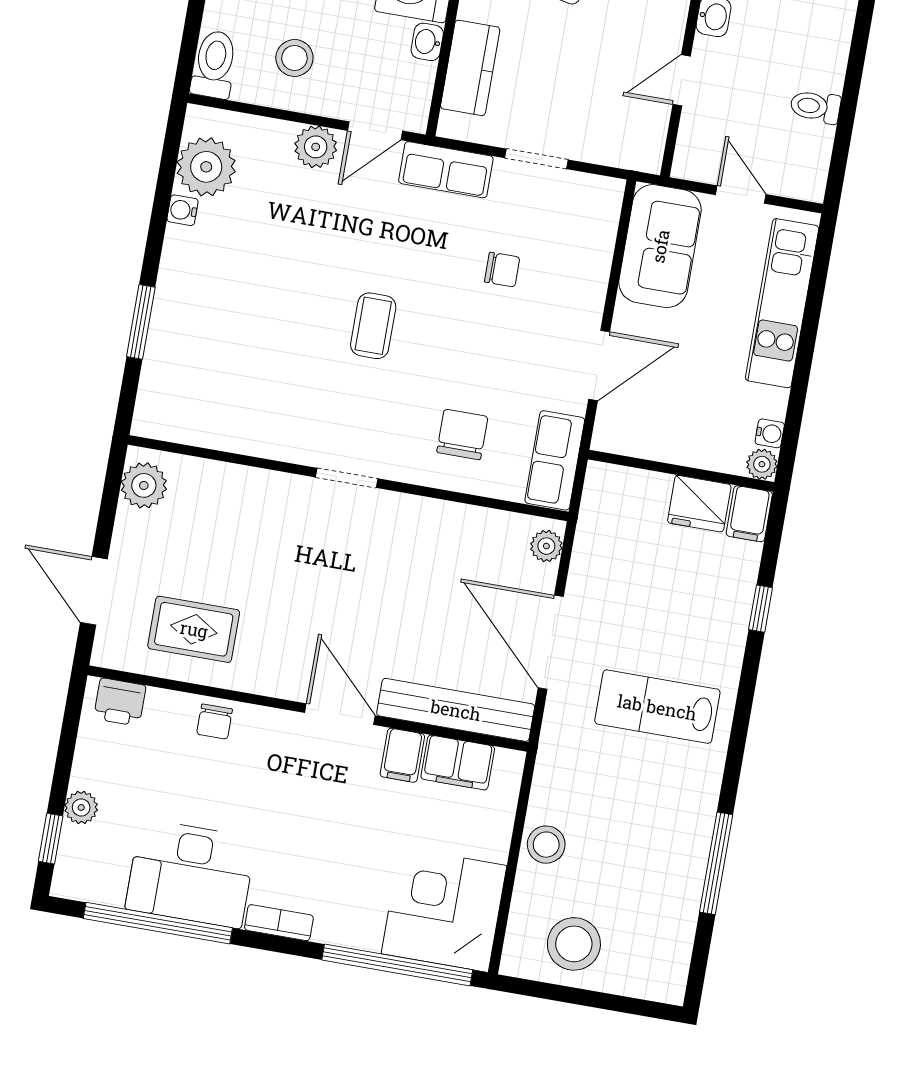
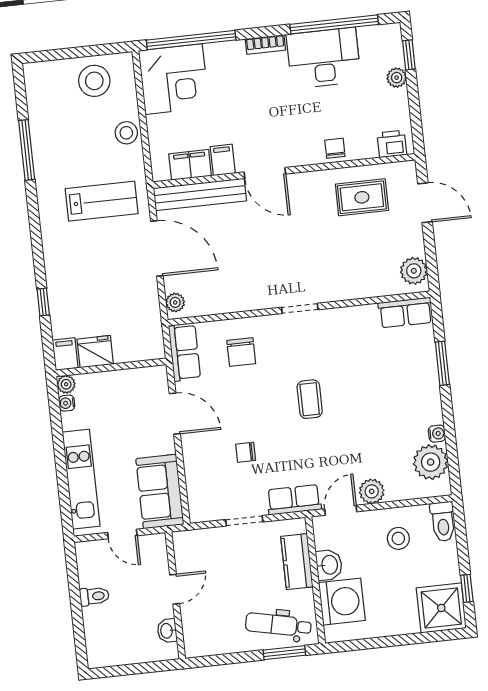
washbasin: (427, 42) -> (329, 565), width x1.38, depth x1.45
door: (599, 366) -> (175, 414), swing flipped
row of seats: (177, 422) -> (405, 313), added
lab bench: (657, 707) -> (102, 201), moved

